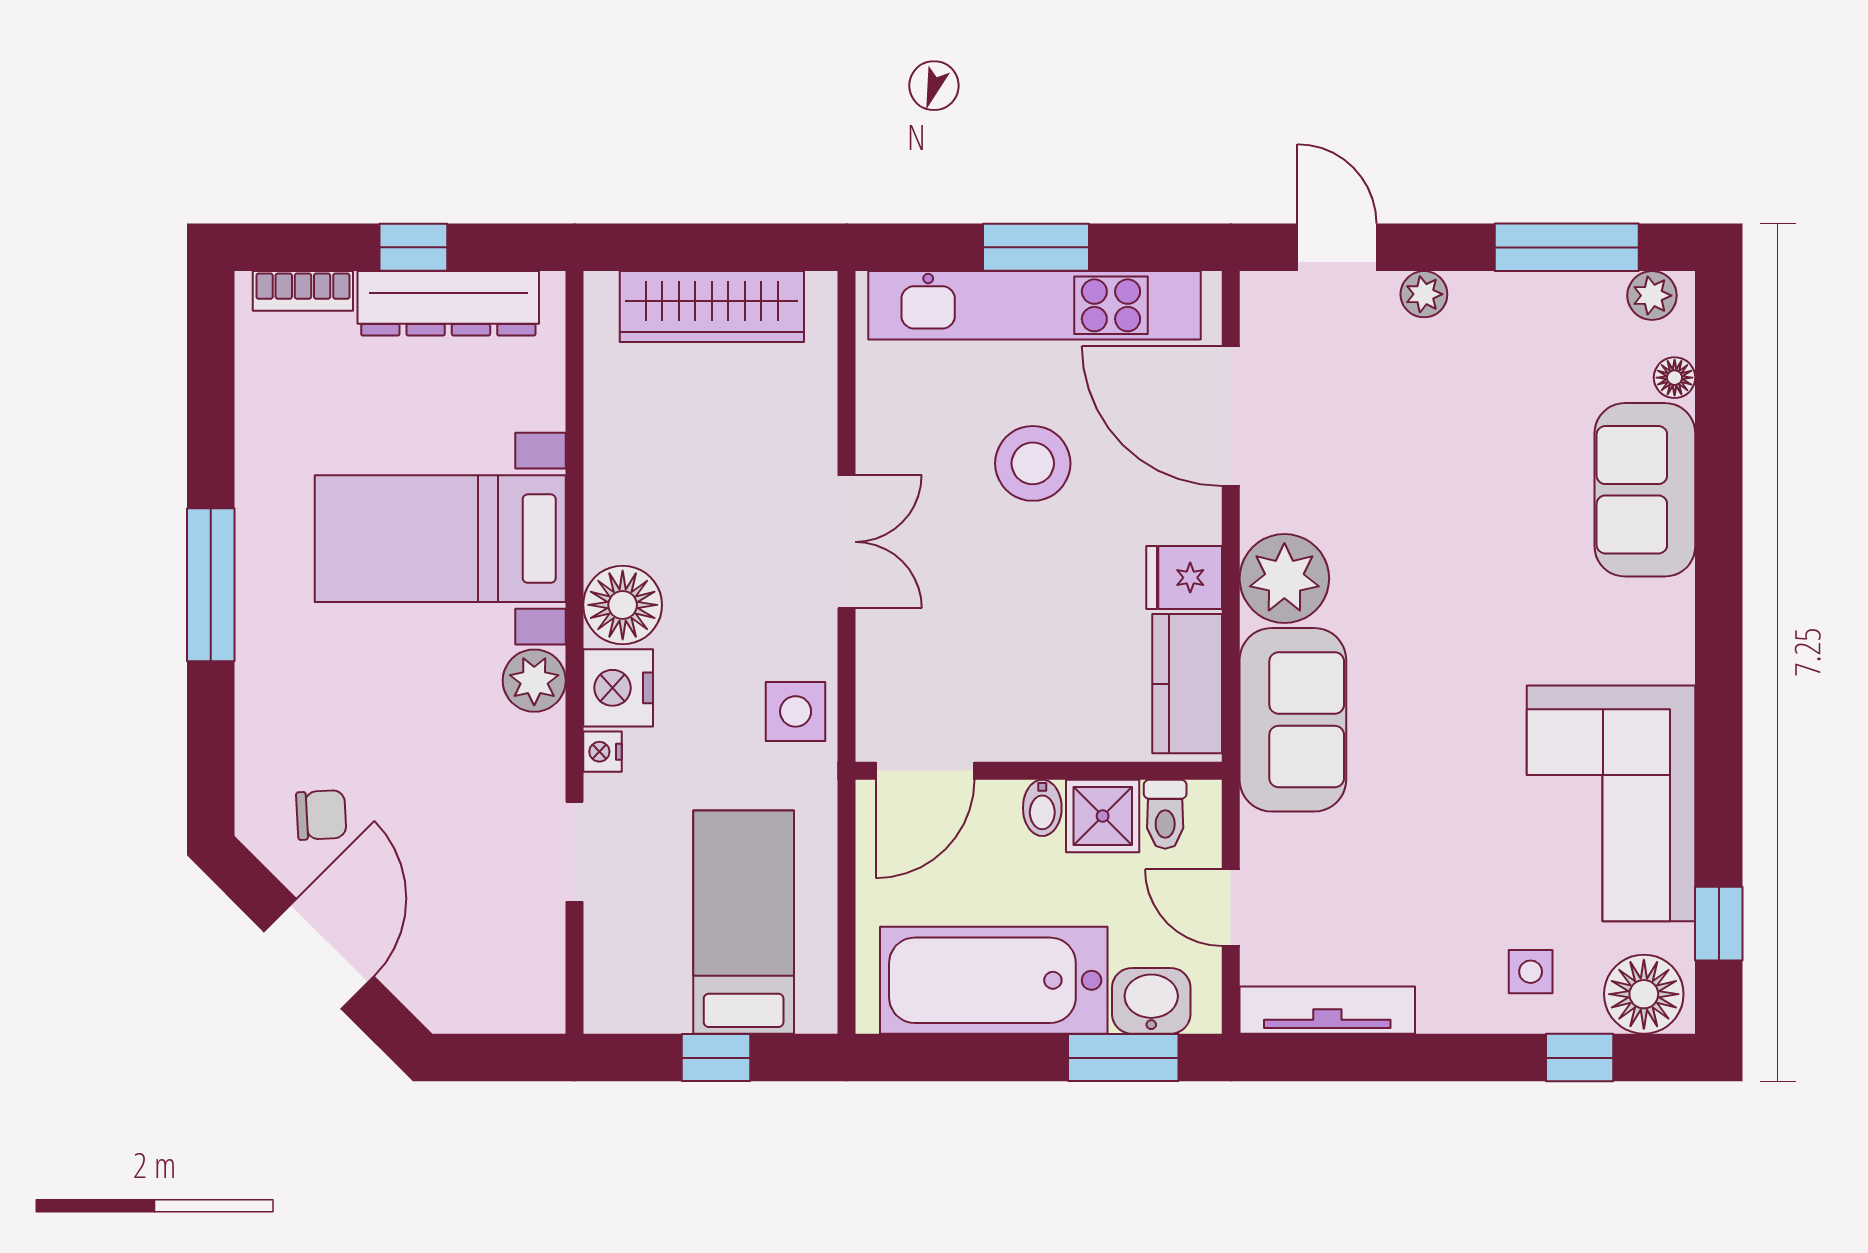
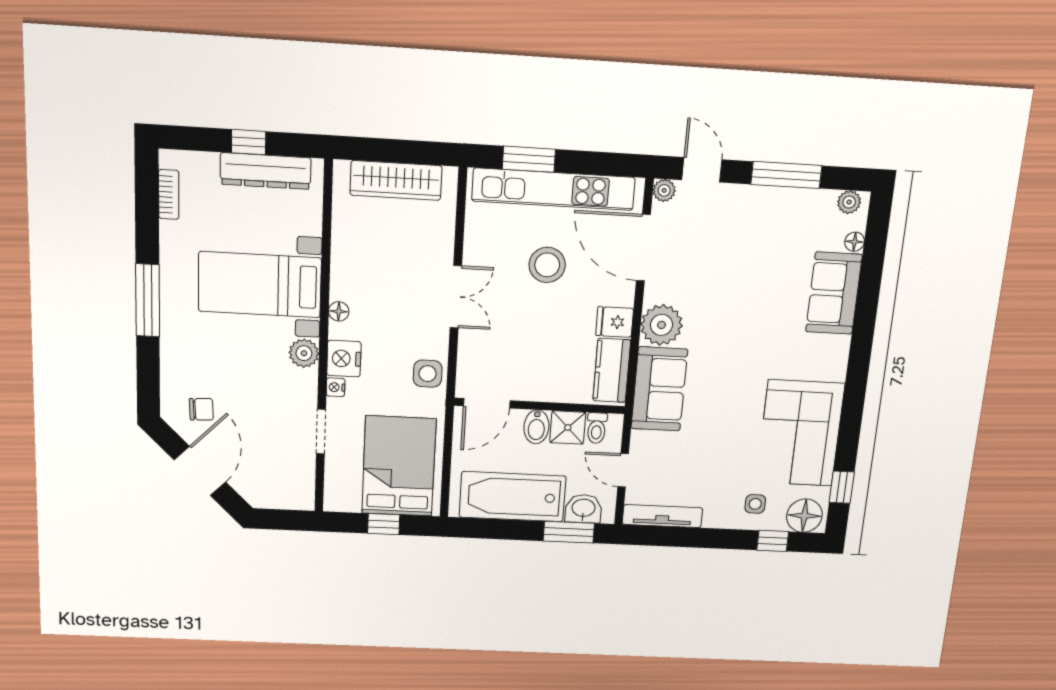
window: (1036, 247) -> (529, 159), moved
window: (1567, 247) -> (786, 175), moved
bookcase: (303, 291) -> (169, 194), moved, turned -90
plant: (1424, 294) -> (664, 190), moved
floor lamp: (623, 605) -> (339, 311), width x0.53, depth x0.53
bidet: (1042, 808) -> (536, 427), width x1.38, depth x1.36
bed: (744, 922) -> (399, 466), width x1.50

